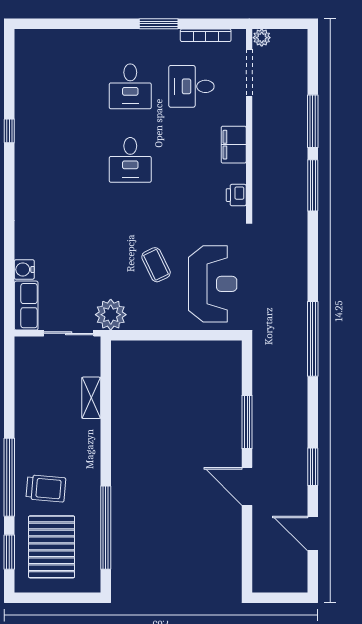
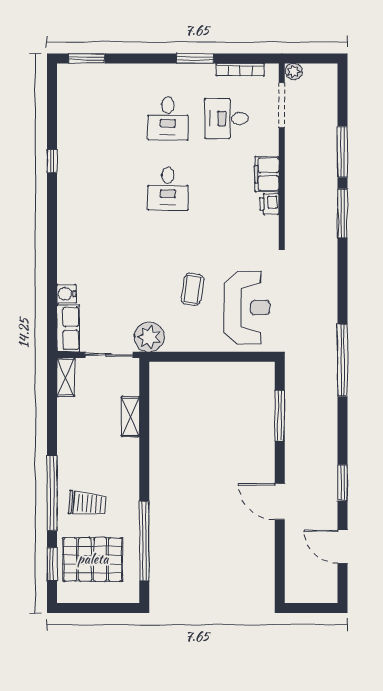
window: (45, 24) -> (87, 58), added
printer: (236, 195) -> (269, 204), moved
coffee table: (156, 265) -> (193, 289), turned 36
shelving: (23, 357) -> (66, 377), added
window: (247, 422) -> (280, 416), moved
pallet: (52, 547) -> (93, 559), turned 90

